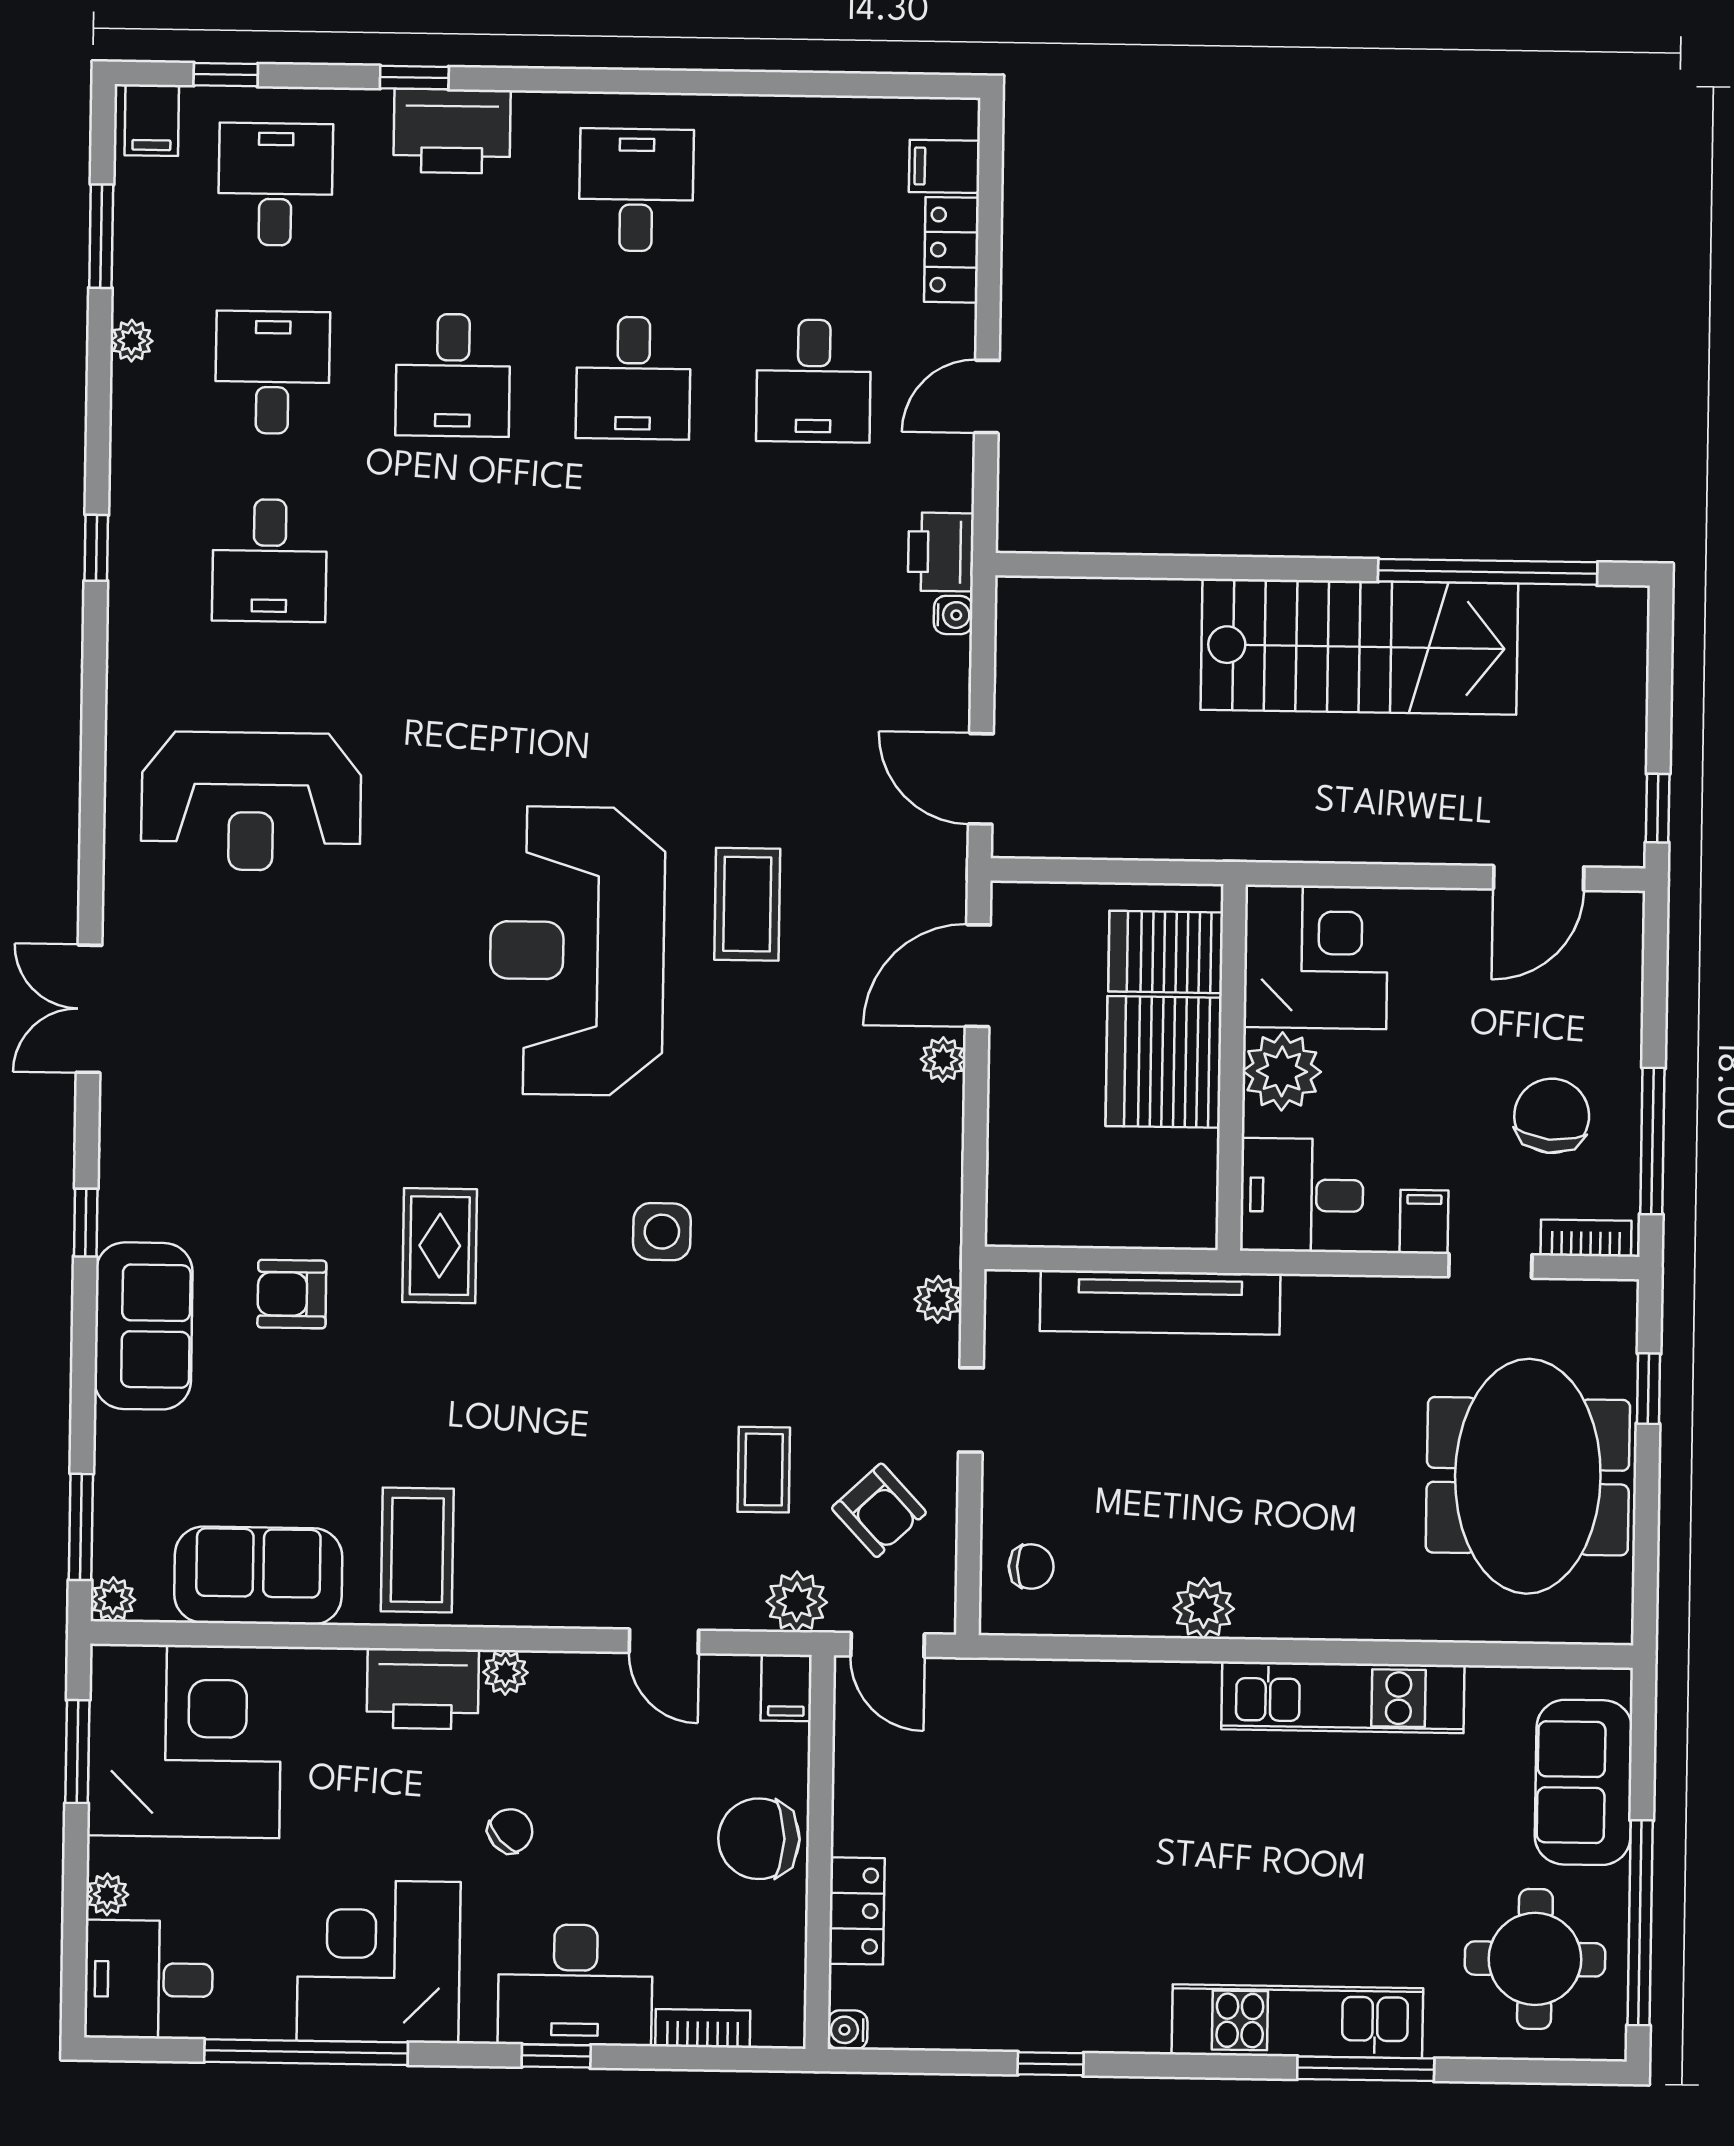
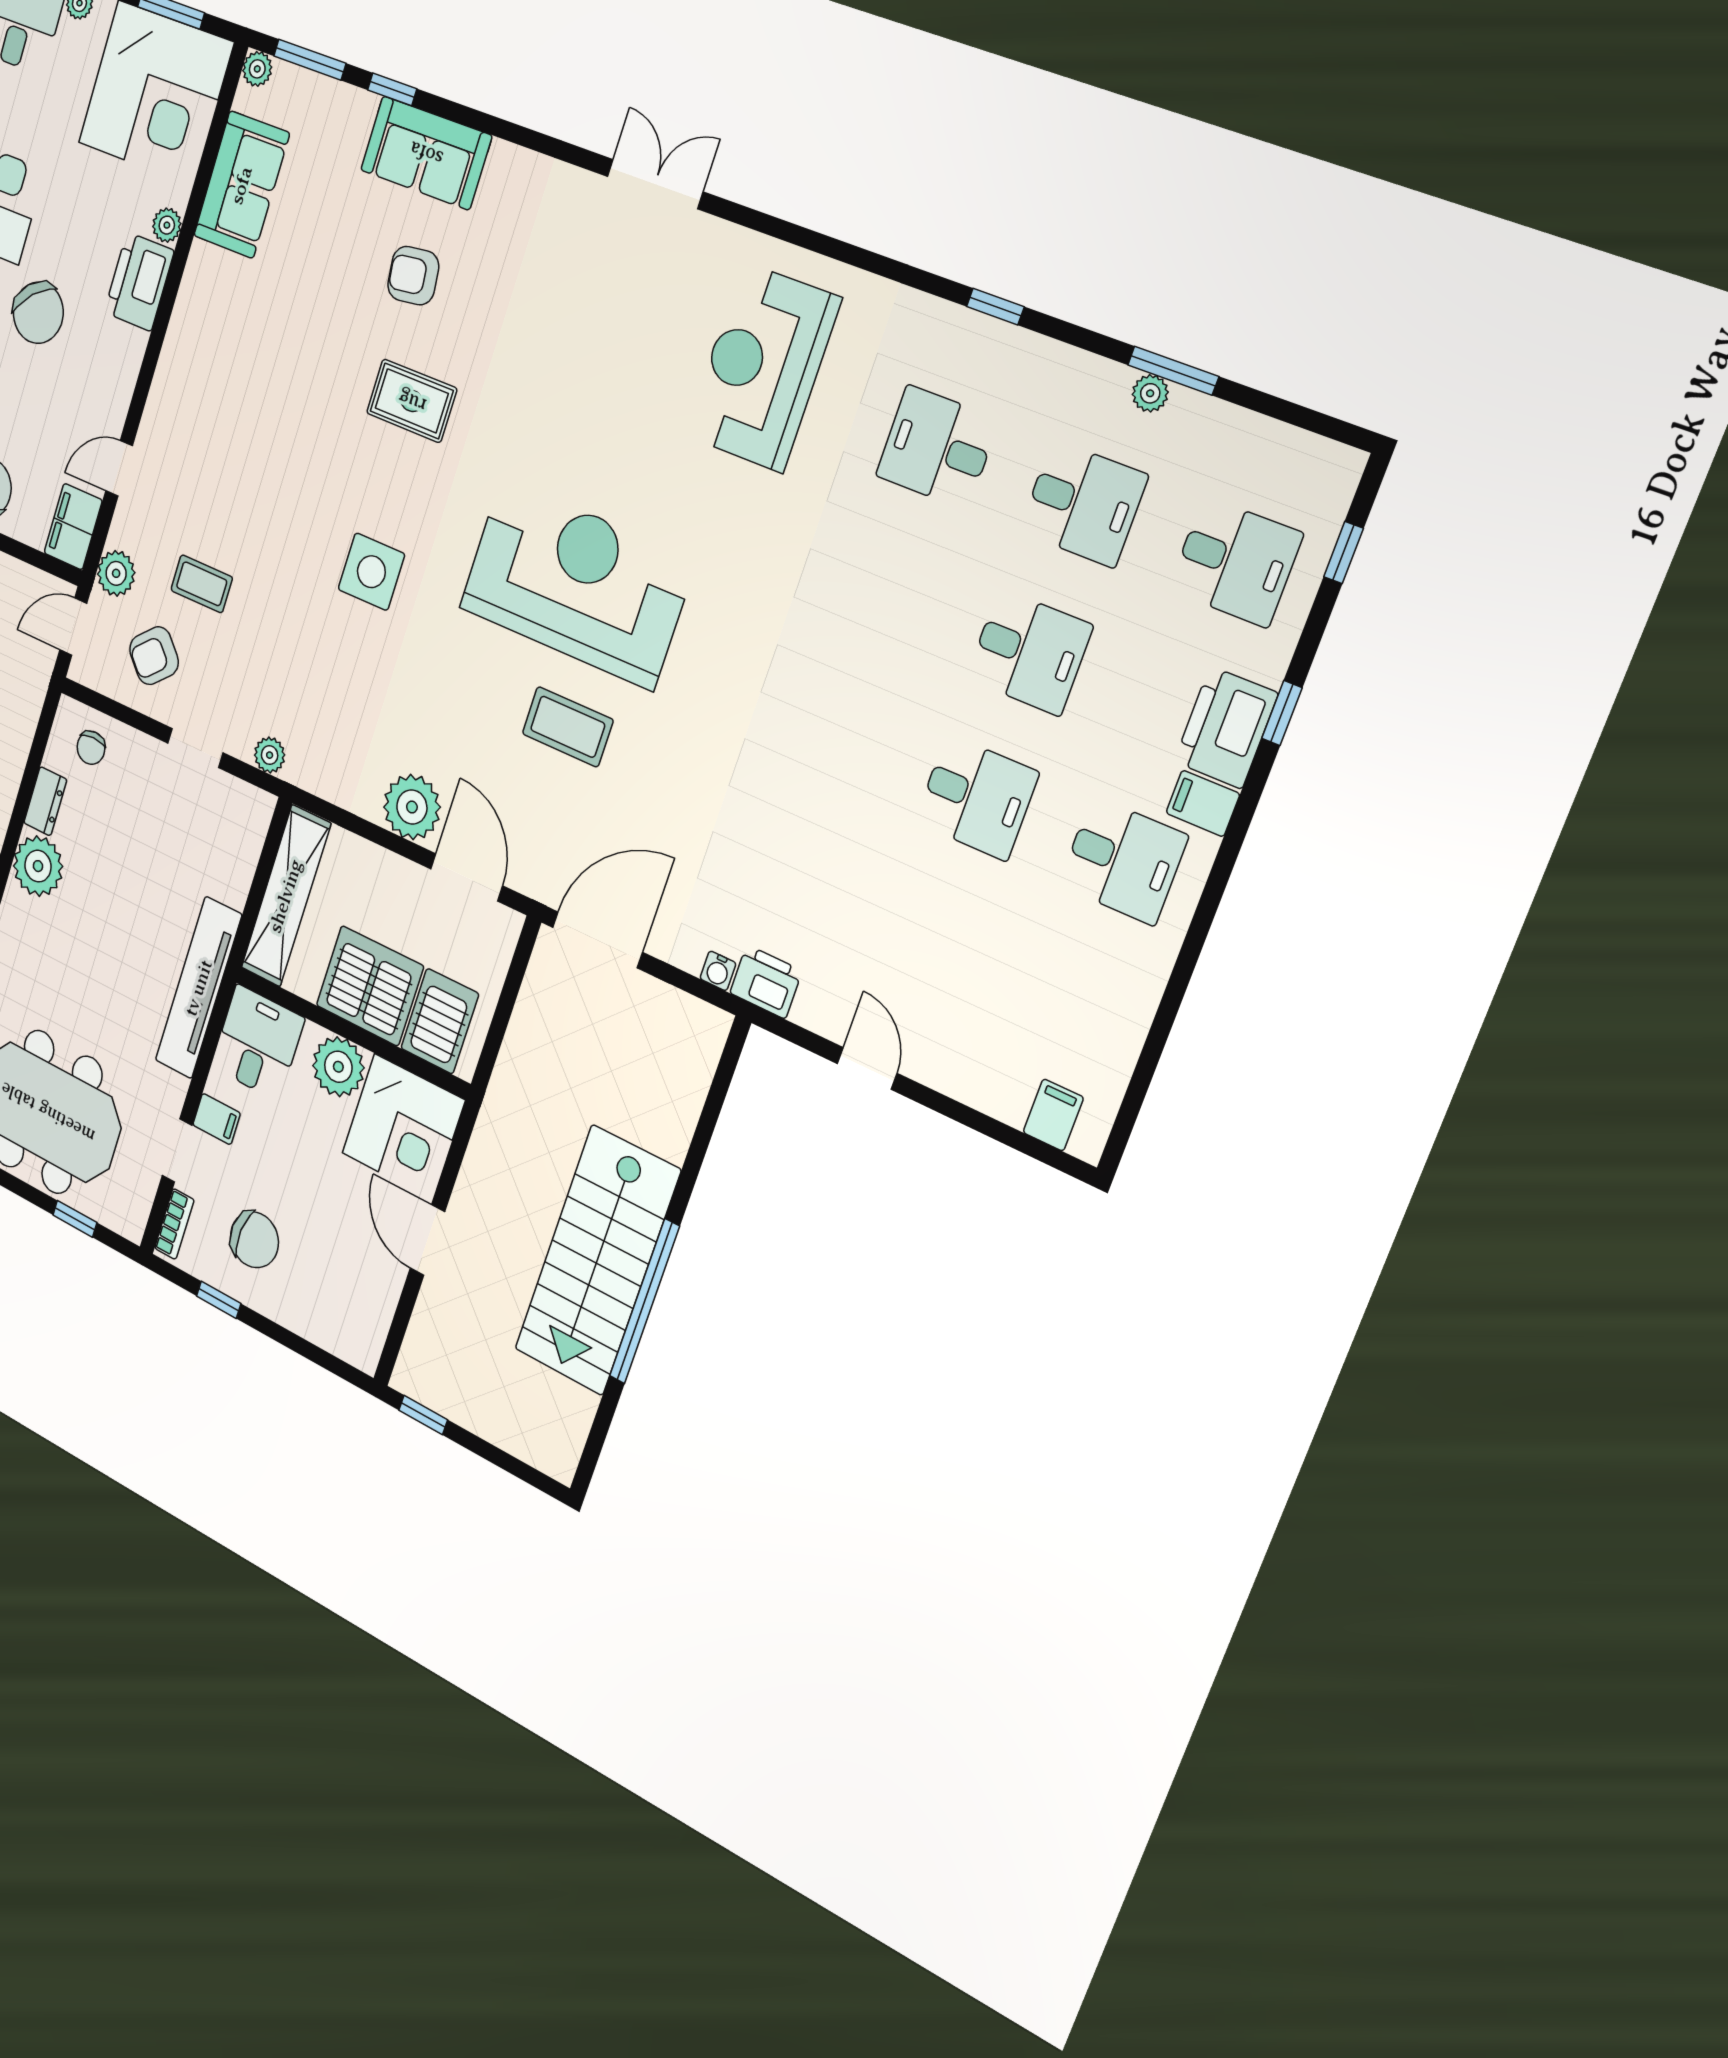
filing cabinet: (152, 120) -> (1203, 803), moved
window: (101, 236) -> (1173, 371), moved
locker: (951, 250) -> (987, 1091), removed
desk: (453, 375) -> (1029, 652), turned 180
desk: (633, 378) -> (977, 797), turned 180
desk: (814, 381) -> (925, 939), removed
window: (1488, 572) -> (644, 1301), moved
door: (981, 779) -> (597, 940), width x1.36
door: (1539, 878) -> (428, 1240), moved
plant: (943, 1059) -> (412, 807), width x1.88, depth x1.88
window: (1652, 1141) -> (219, 1300), width x0.46
shelving: (1102, 1217) -> (286, 896), added
window: (86, 1223) -> (392, 89), moved
side table: (662, 1232) -> (371, 572), width x1.37, depth x1.37
armchair: (292, 1294) -> (413, 276), turned -97
tv unit: (1160, 1302) -> (199, 988), moved
coffee table: (417, 1550) -> (224, 310), removed
plant: (1204, 1608) -> (38, 866), width x1.36, depth x1.36
dresser: (1127, 1614) -> (45, 801), added
plant: (505, 1672) -> (167, 225), moved
filing cabinet: (786, 1688) -> (73, 527), width x2.00
chair: (510, 1831) -> (38, 313), width x1.87, depth x1.87

